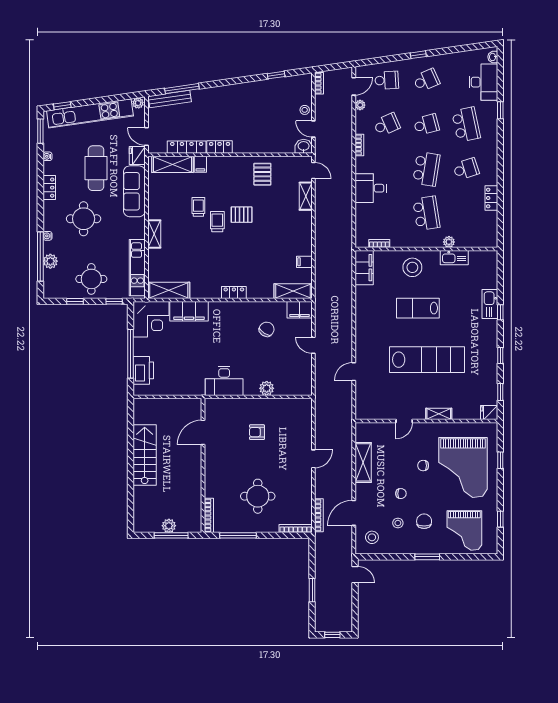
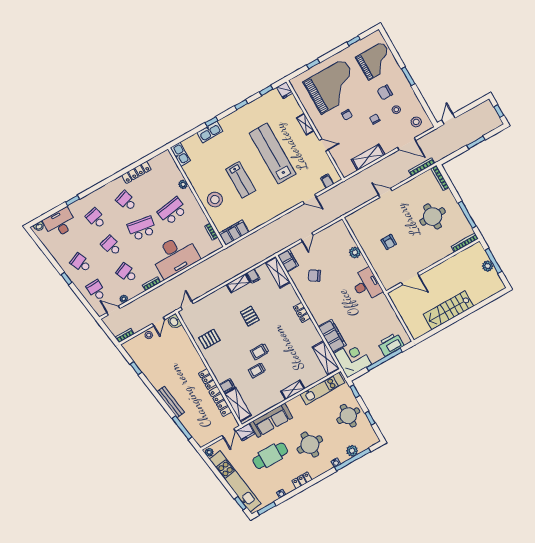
bench: (170, 99) -> (171, 402), moved
school desk: (466, 125) -> (96, 218), width x0.54
desk: (371, 188) -> (175, 256), width x1.87, depth x1.30
shelving: (306, 196) -> (238, 283), moved
locker: (491, 198) -> (136, 172), width x1.53
pallet: (242, 215) -> (250, 316), moved
kitchen sink: (454, 258) -> (180, 154), moved
filing cabinet: (363, 402) -> (327, 181), added

